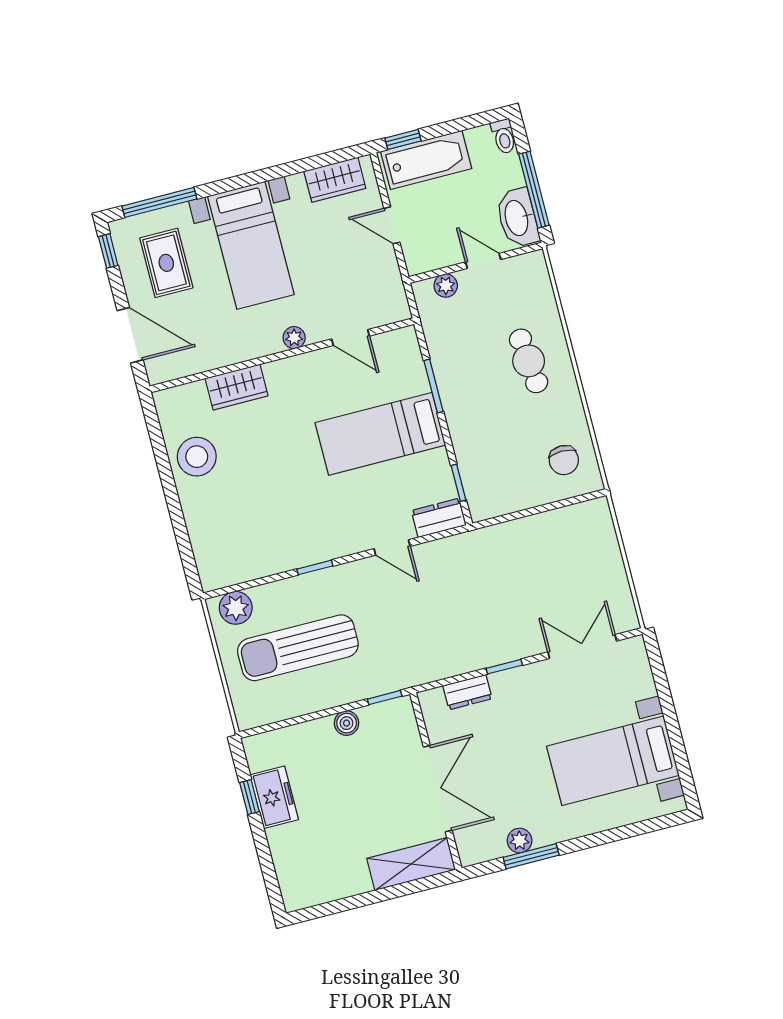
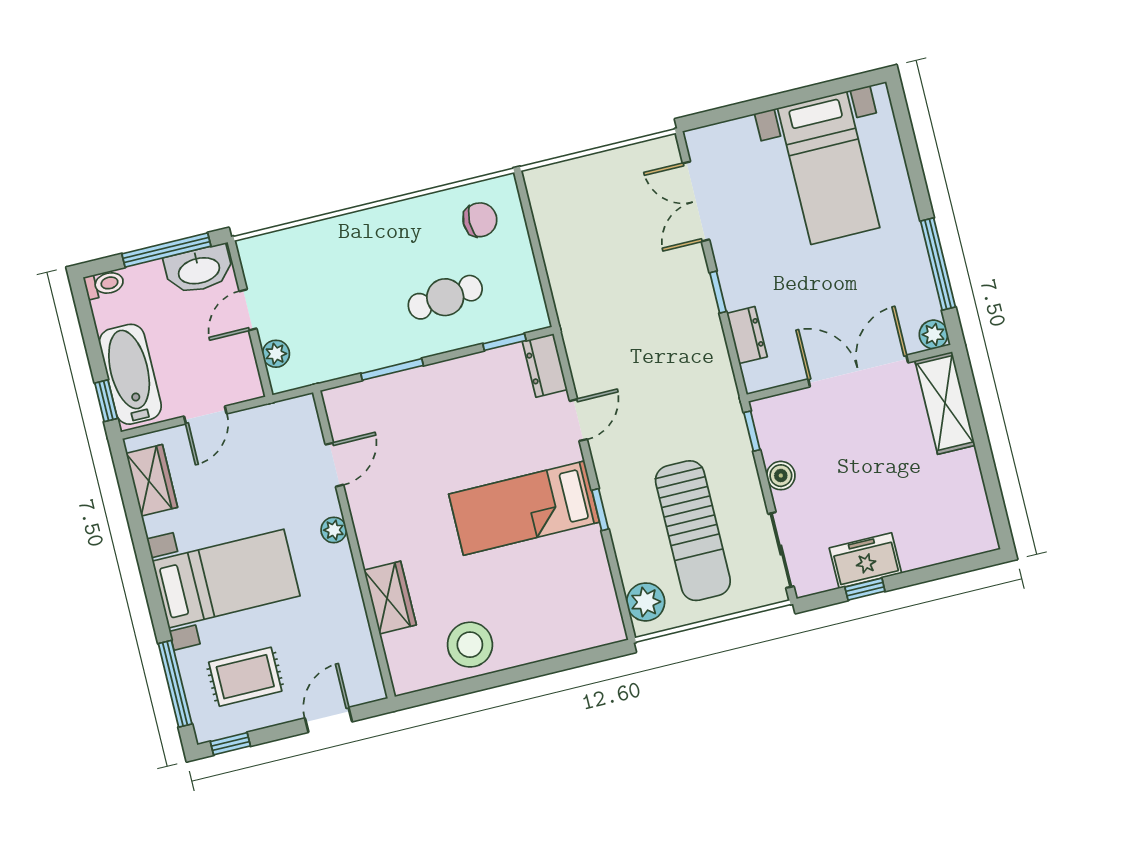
door: (130, 335) -> (328, 720), width x0.73
cafe table: (529, 361) -> (445, 297), moved
bed: (380, 434) -> (524, 508), moved, turned 90
sliding door: (282, 724) -> (781, 550), added
plant: (520, 841) -> (933, 334), moved
window: (531, 856) -> (938, 264), width x1.44

